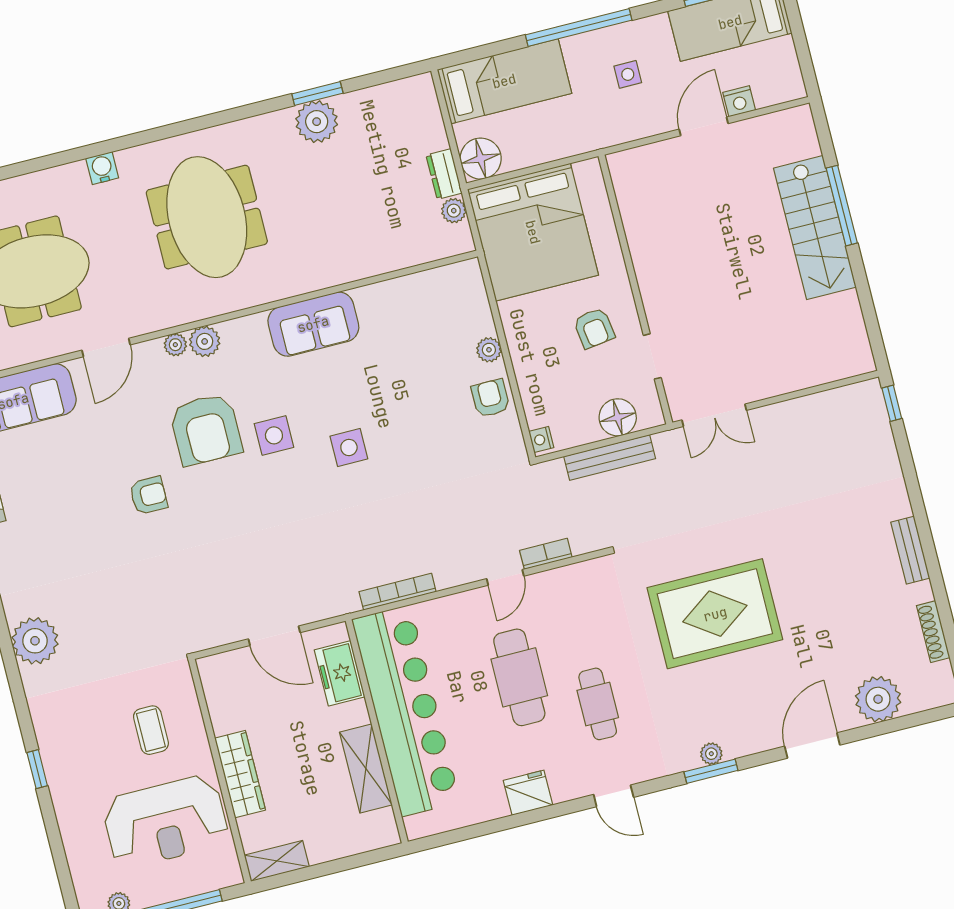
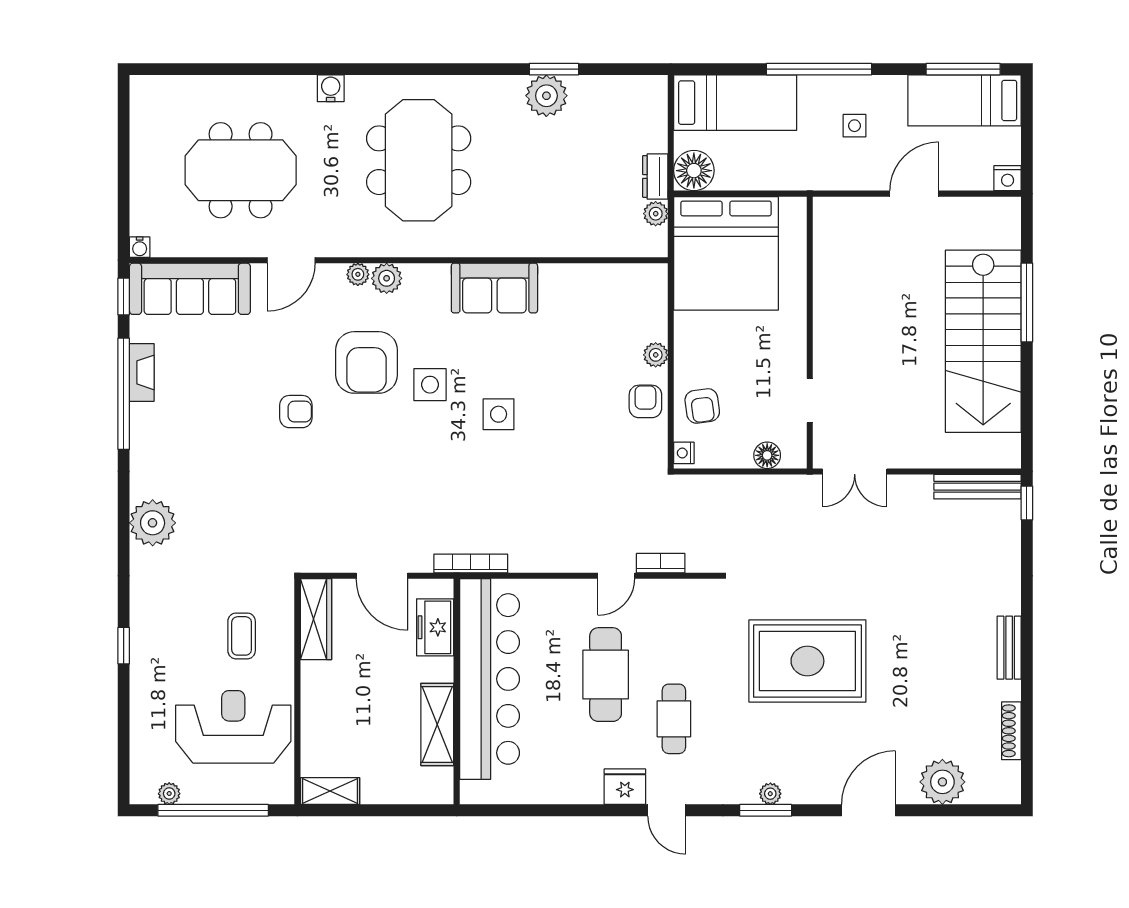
nightstand: (739, 101) -> (1008, 178), moved
stairs: (815, 228) -> (983, 341), width x1.36, depth x1.51
armchair: (594, 328) -> (702, 406), moved
floor lamp: (618, 417) -> (767, 455), width x0.73, depth x0.73
bench: (610, 457) -> (977, 487), moved
bookcase: (398, 592) -> (471, 563), moved
wardrobe: (240, 774) -> (316, 619), moved
fridge: (528, 793) -> (625, 787), moved
reception desk: (165, 822) -> (233, 727), turned 180

